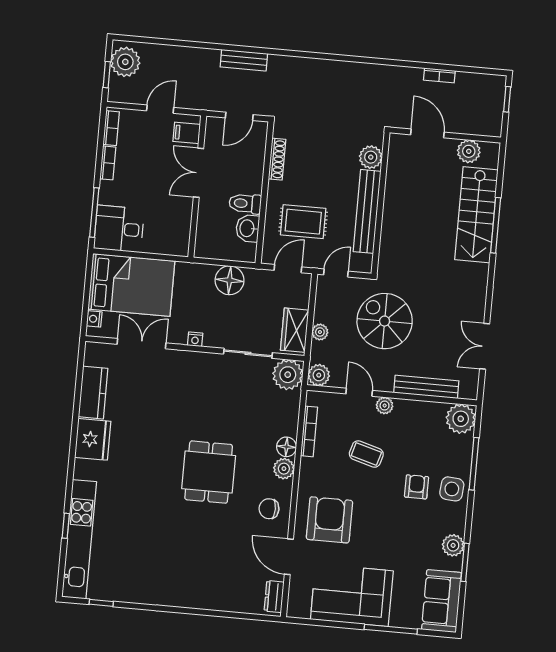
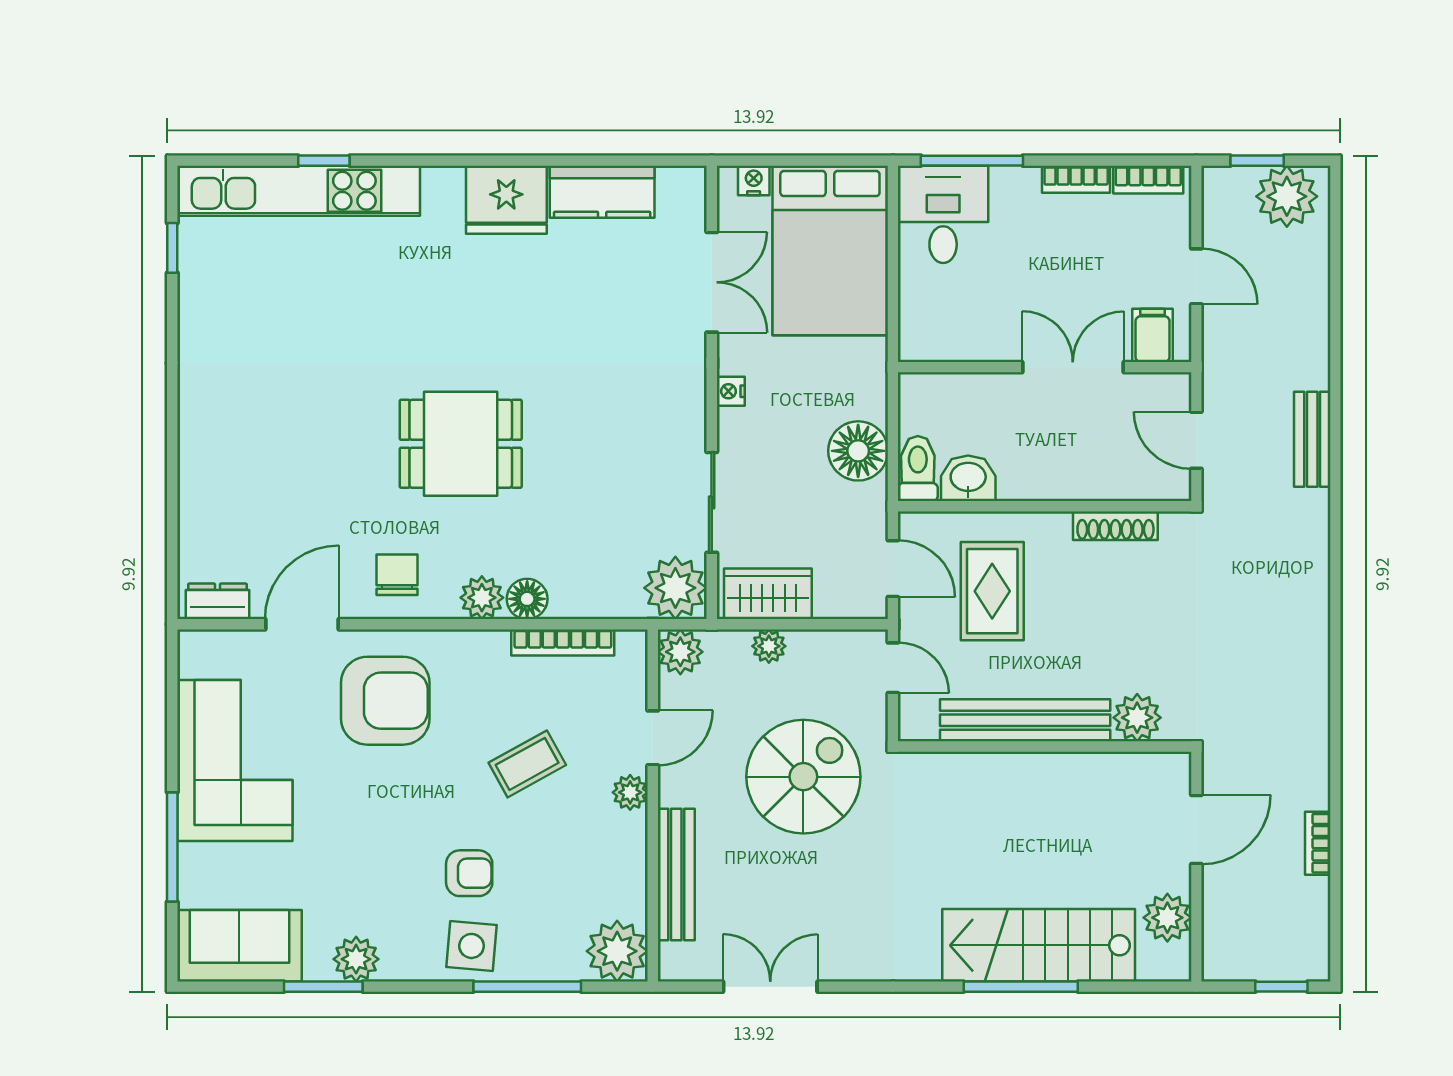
toilet: (245, 204) -> (918, 469), moved
coffee table: (366, 454) -> (527, 764), turned 45

